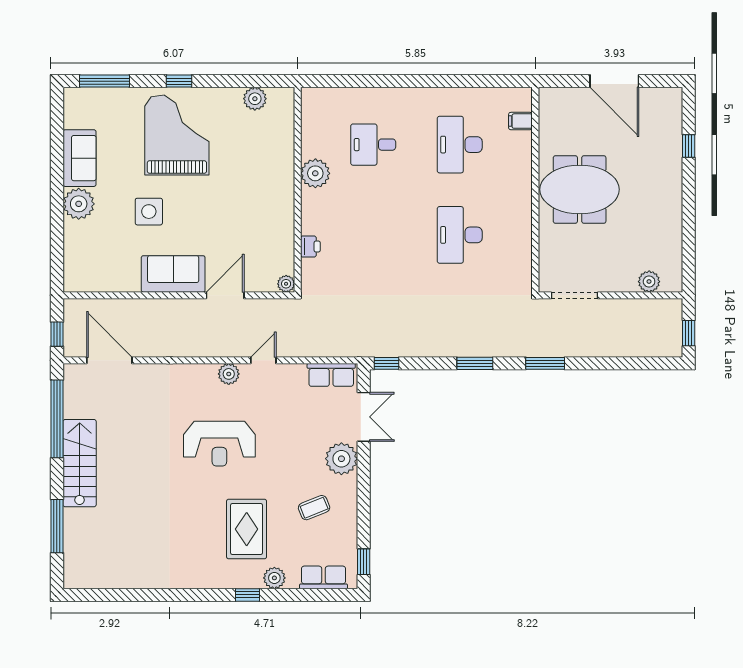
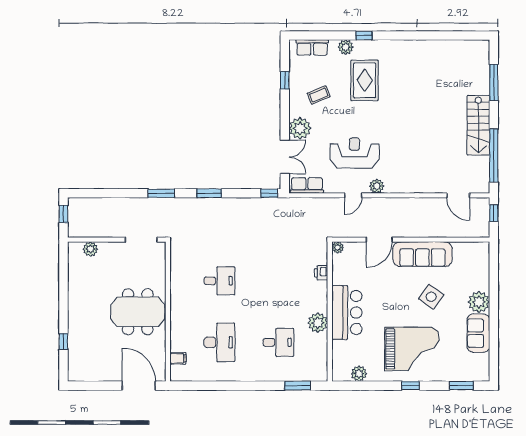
window: (104, 81) -> (461, 386), width x0.69
window: (345, 81) -> (298, 386), added
door: (614, 81) -> (139, 386), moved
grand piano: (177, 135) -> (412, 349), turned -90
bar counter: (273, 188) -> (347, 313), added
side table: (149, 212) -> (431, 297), turned 36
desk: (460, 235) -> (219, 281), width x0.73
sofa: (173, 274) -> (422, 254), width x1.36
door: (109, 360) -> (458, 195), width x0.73
double door: (364, 417) -> (285, 157), swing flipped
reception desk: (219, 444) -> (354, 153), moved
window: (364, 562) -> (285, 80), moved

